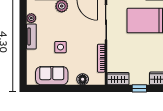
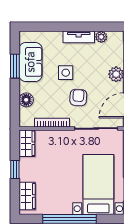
armchair: (81, 37) -> (78, 97), added
window: (55, 88) -> (15, 66), added

